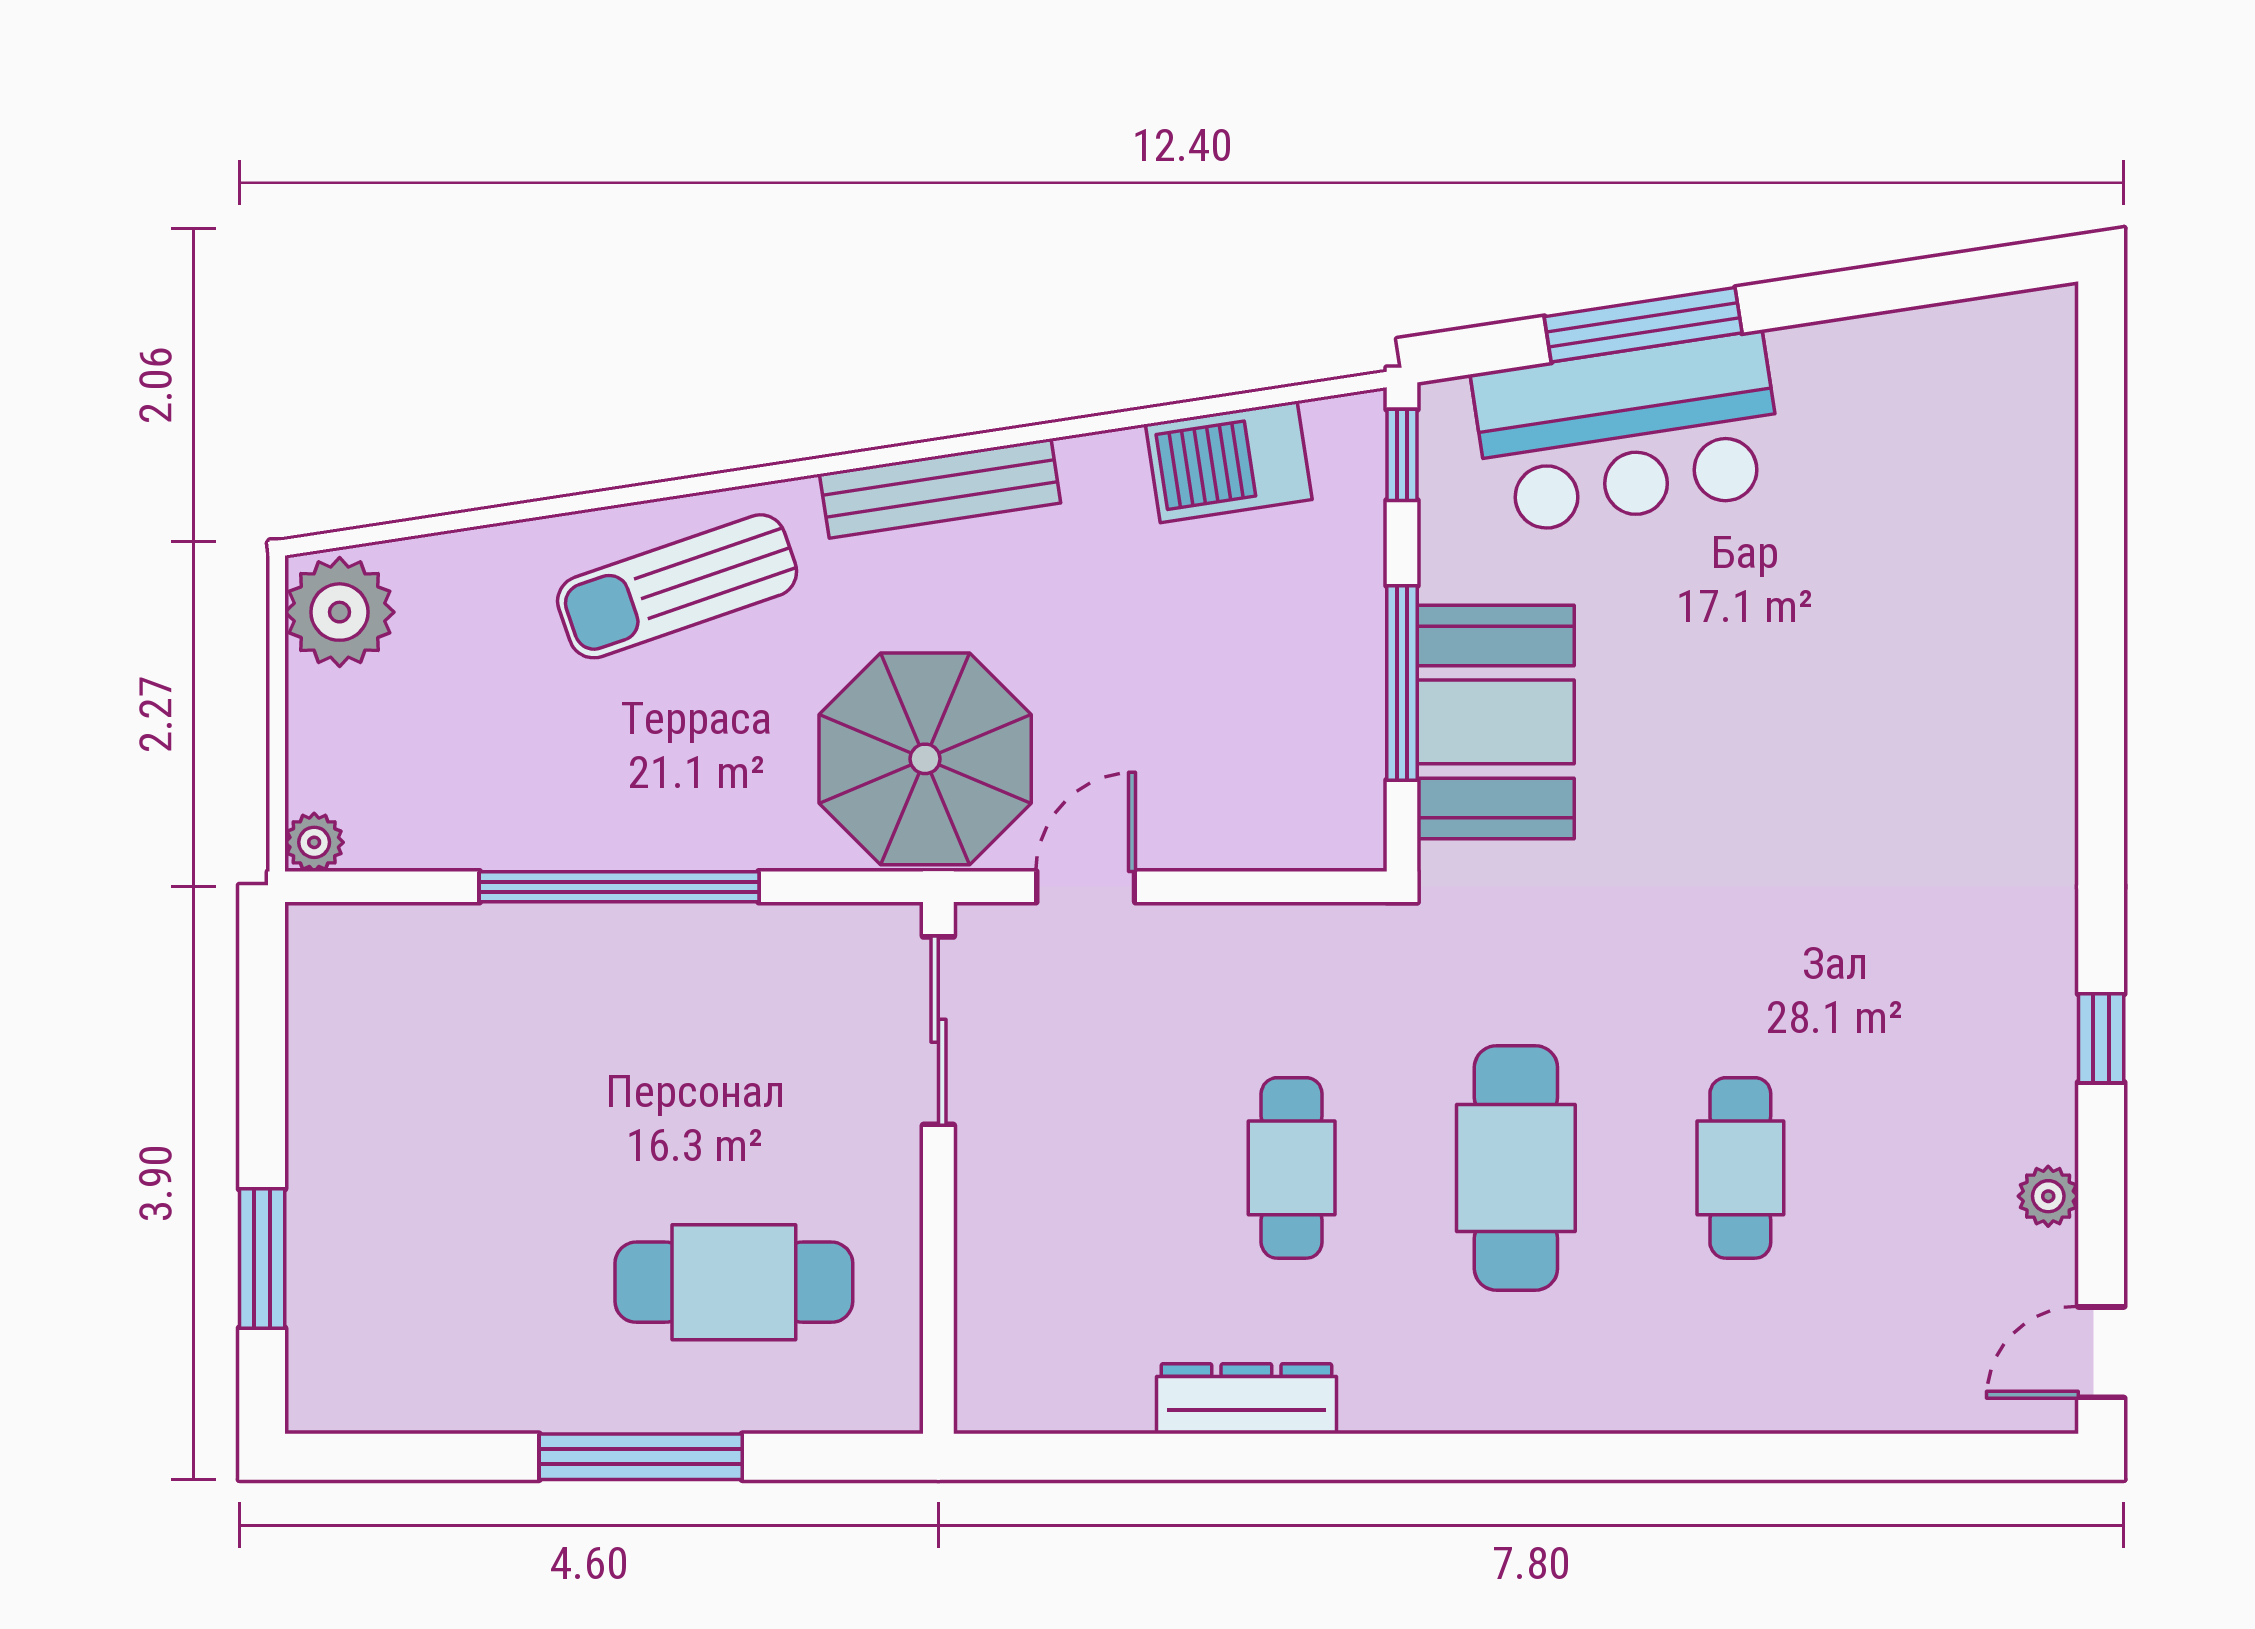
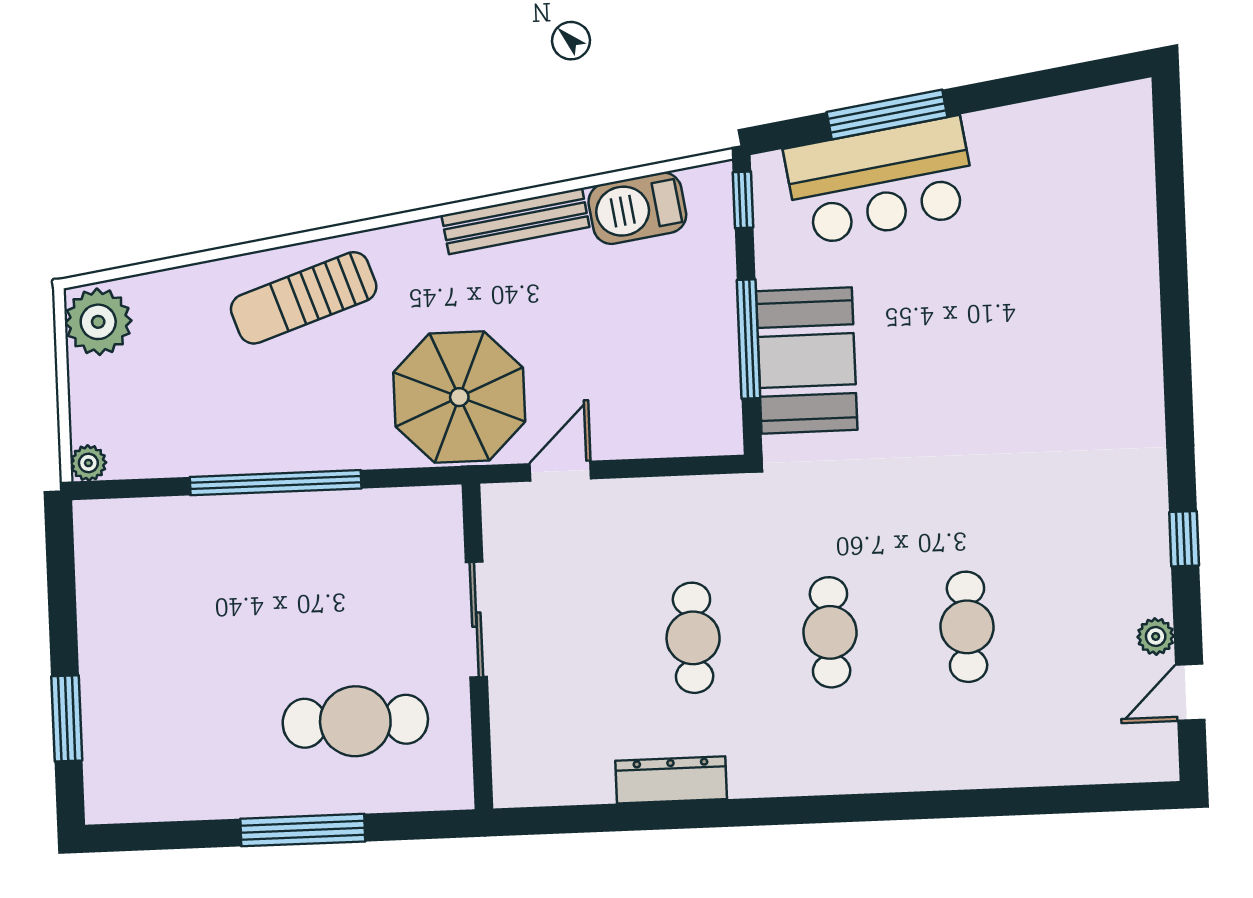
bench: (940, 488) -> (515, 221), moved
sliding door: (938, 1031) -> (476, 620), moved
cafe table: (1516, 1168) -> (830, 632), width x0.73, depth x0.74
door: (2101, 1352) -> (1190, 692), moved

